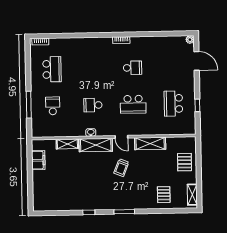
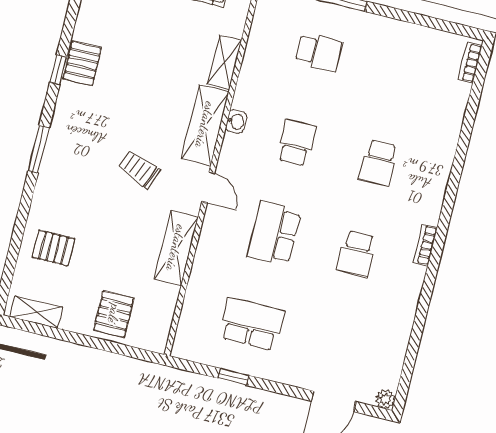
school desk: (52, 69) -> (379, 163), moved, width x0.54
door: (121, 137) -> (208, 187), swing flipped
pallet: (185, 162) -> (114, 314), turned 90
pallet: (84, 203) -> (82, 63), added

